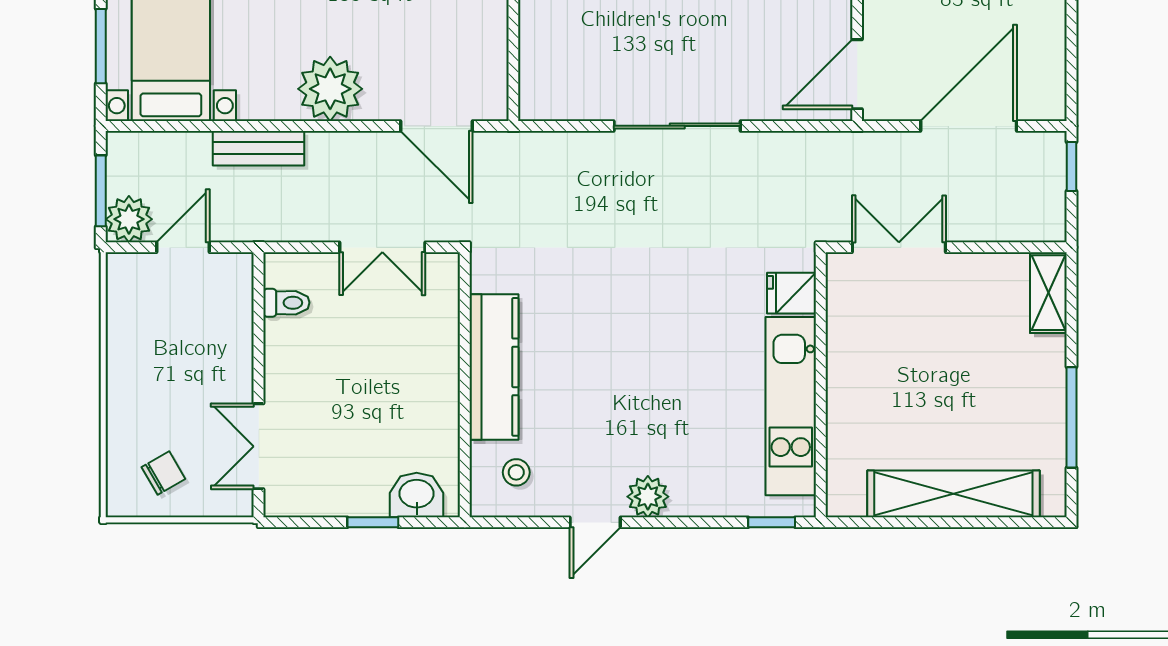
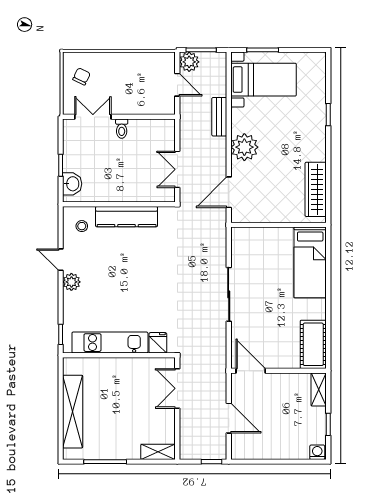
door: (969, 126) -> (229, 418), width x0.73
double door: (899, 247) -> (177, 388), swing flipped
toilet: (286, 303) -> (122, 129), moved
chair: (163, 473) -> (82, 76), turned -124

